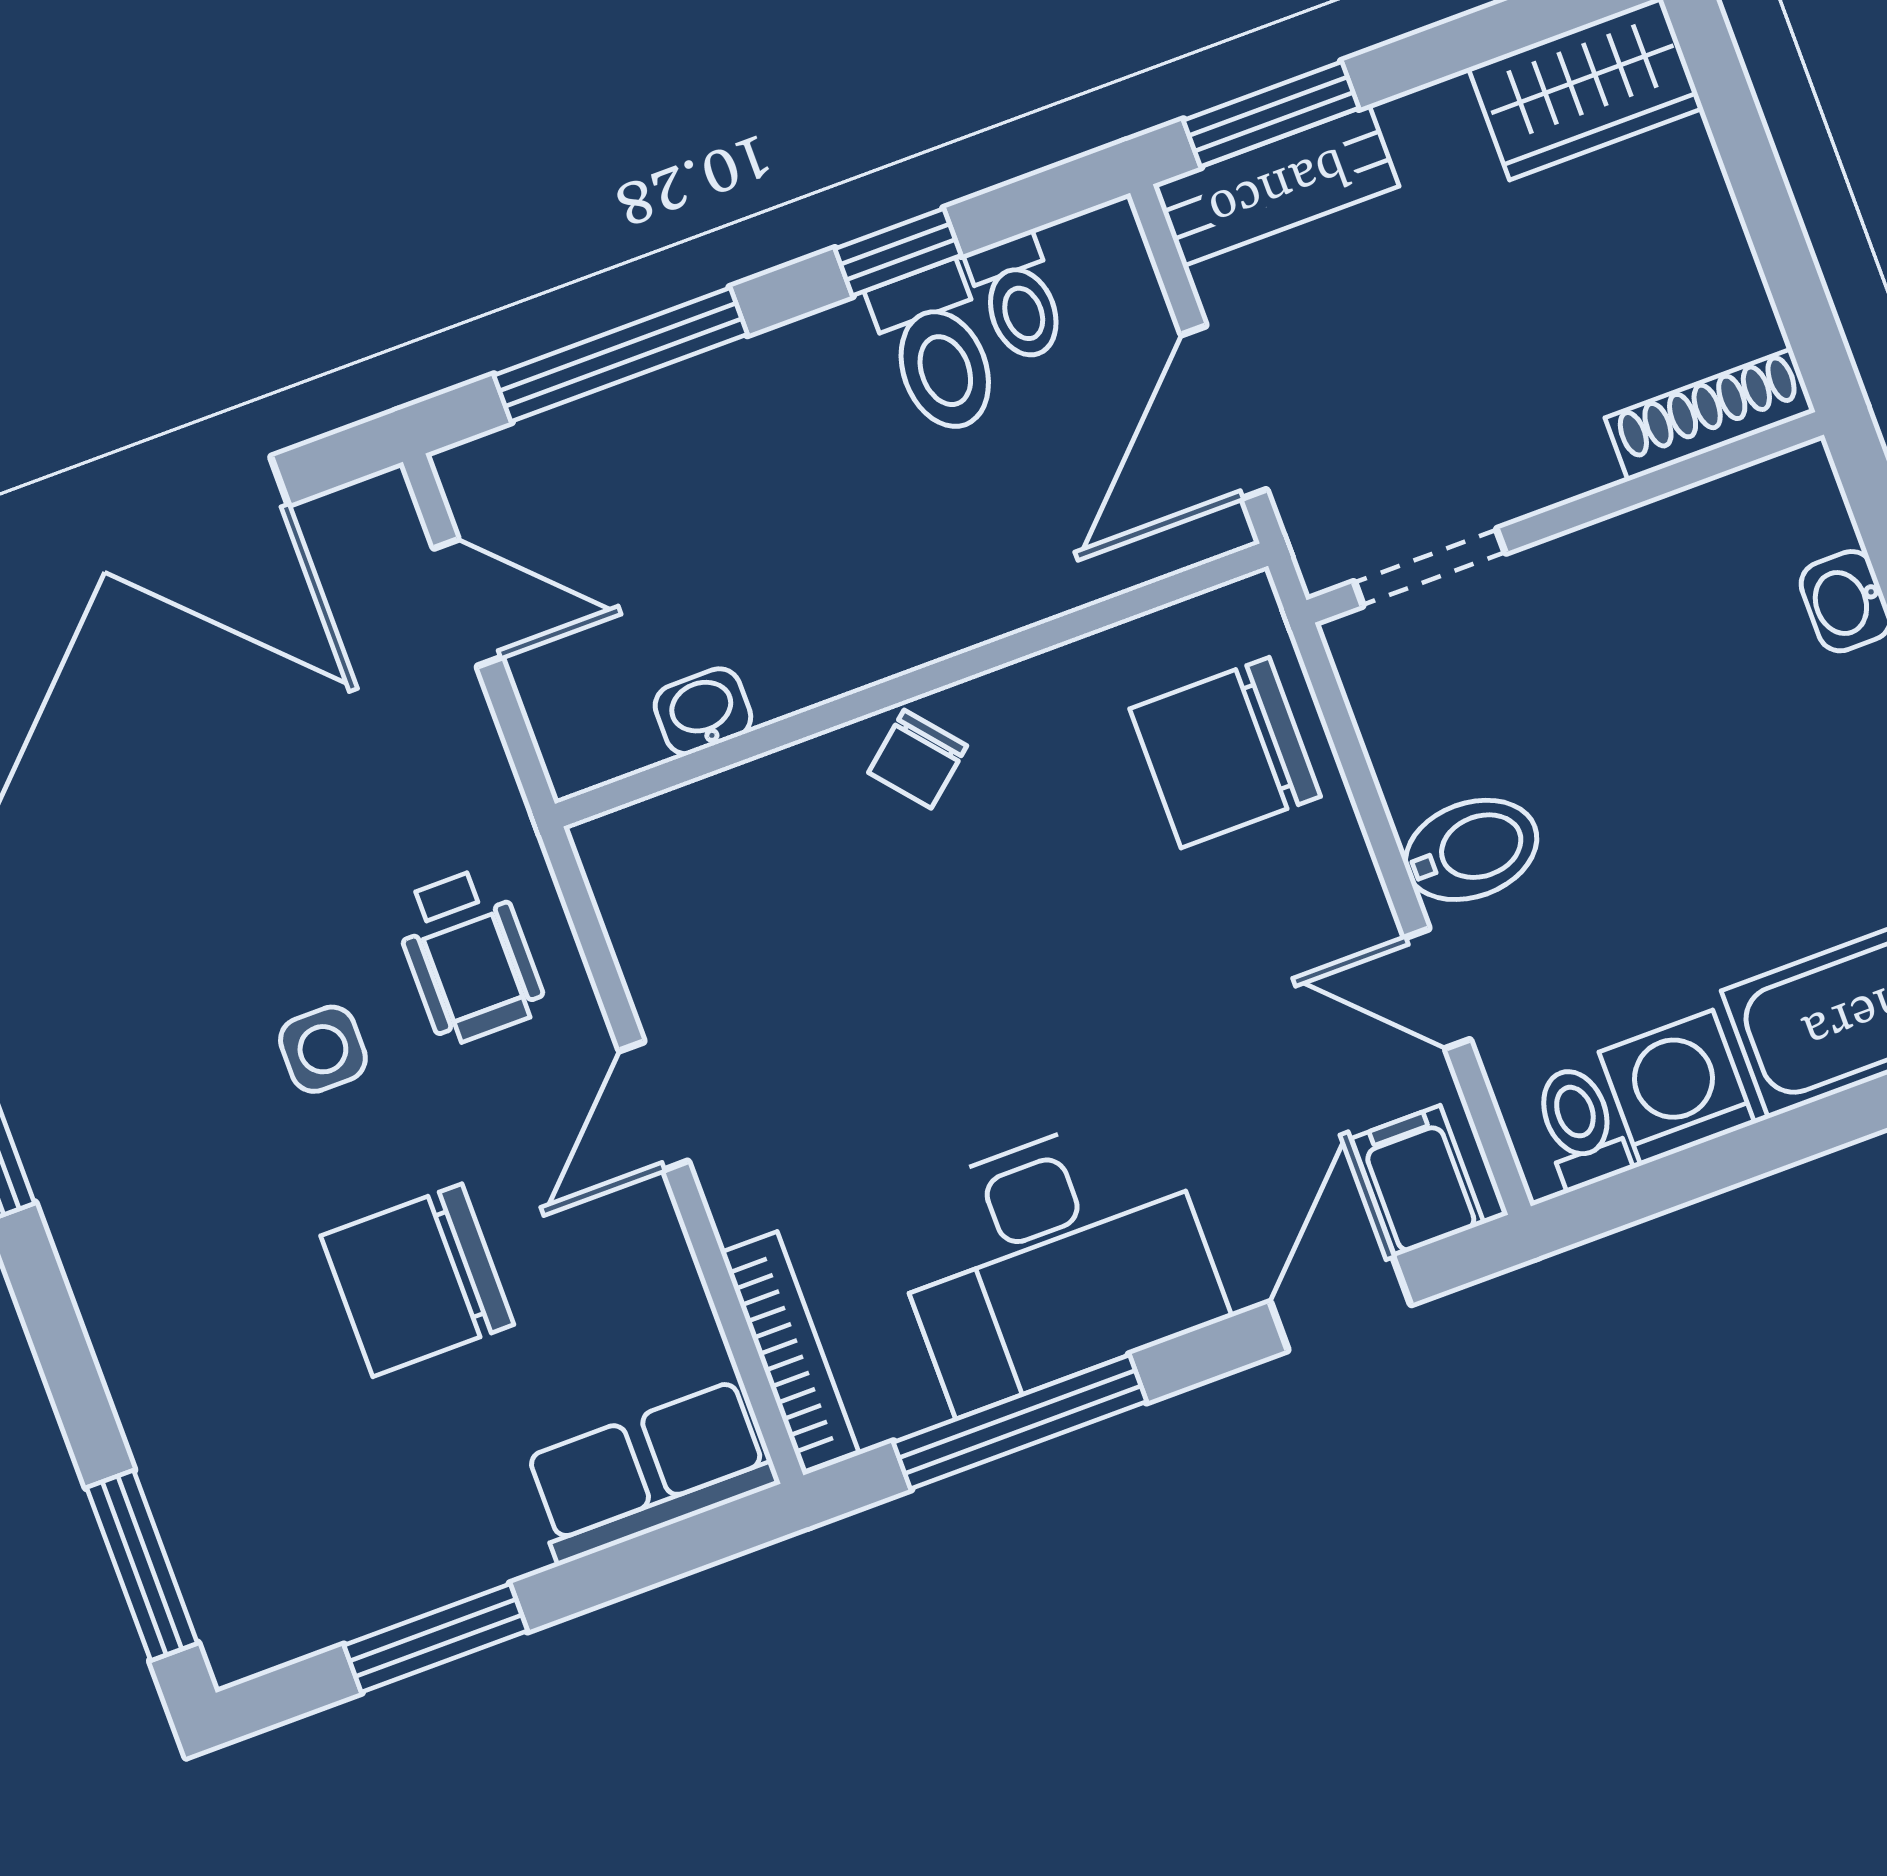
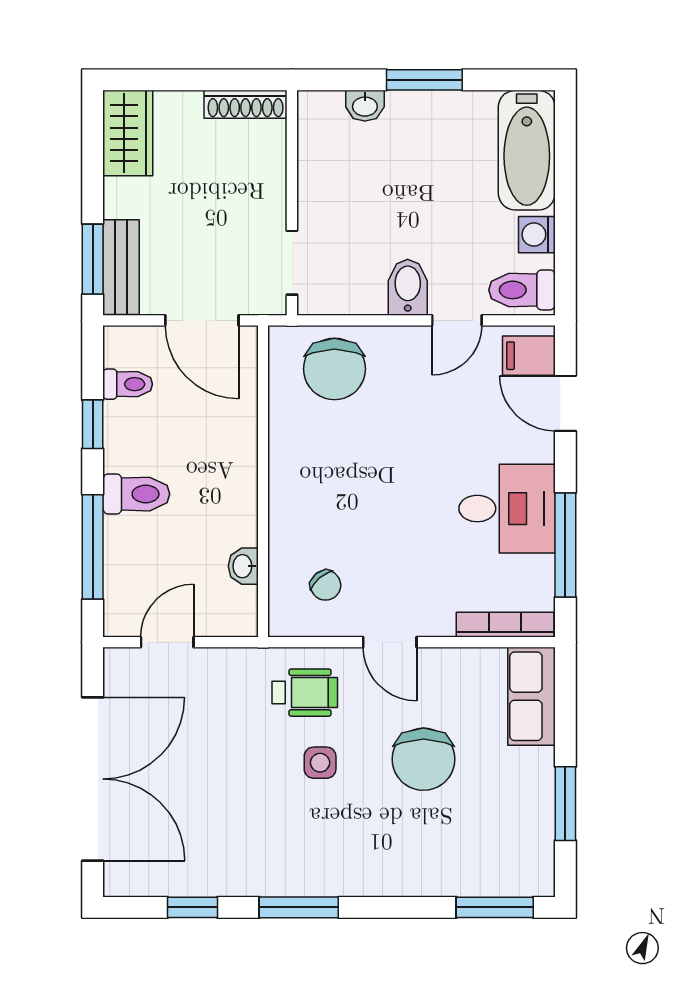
toilet: (938, 350) -> (136, 494), moved
shoe rack: (1710, 415) -> (246, 104), moved, turned -90
chair: (918, 759) -> (326, 585), moved
washing machine: (1677, 1088) -> (537, 235), width x0.73, depth x0.73
toilet: (1581, 1127) -> (522, 290), width x1.37, depth x1.39
desk: (1054, 1259) -> (507, 509), width x0.73

